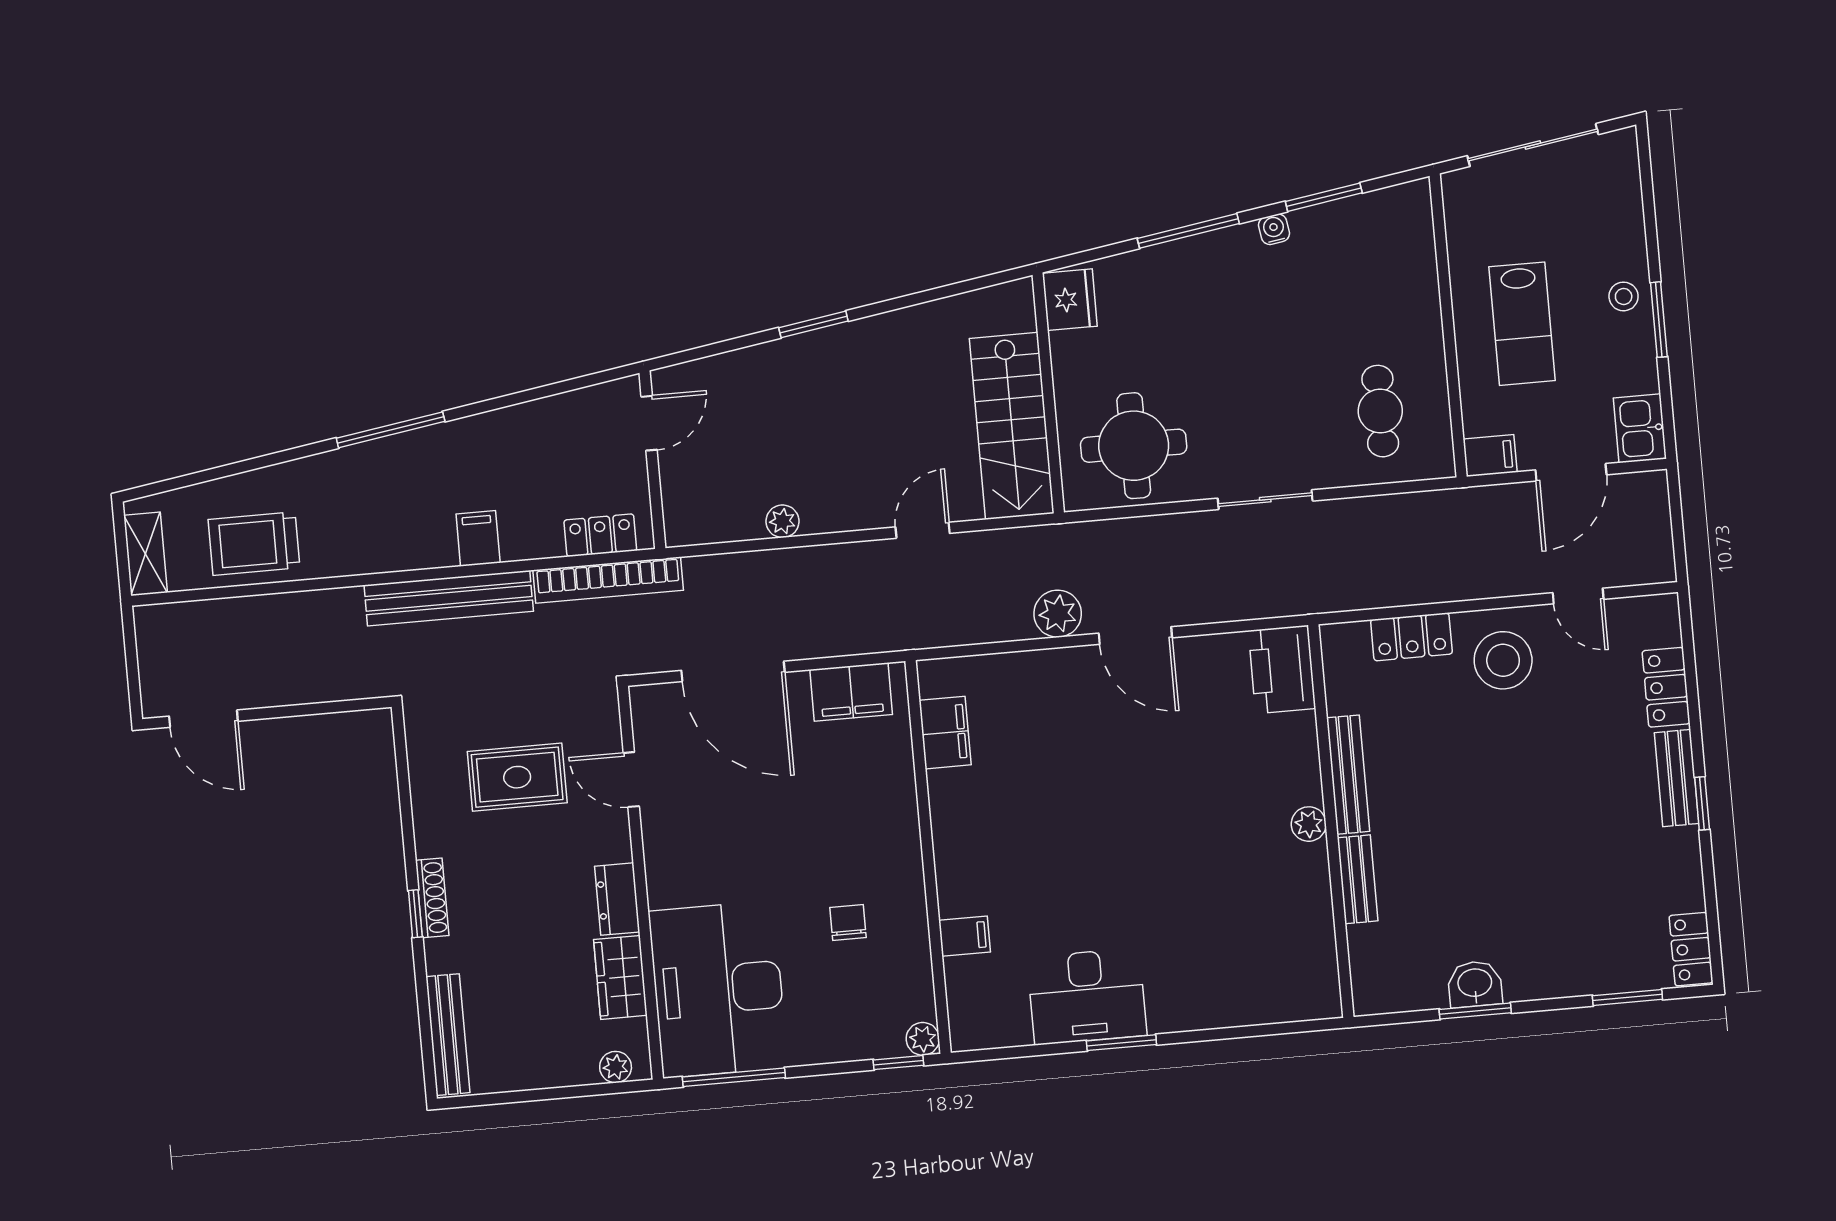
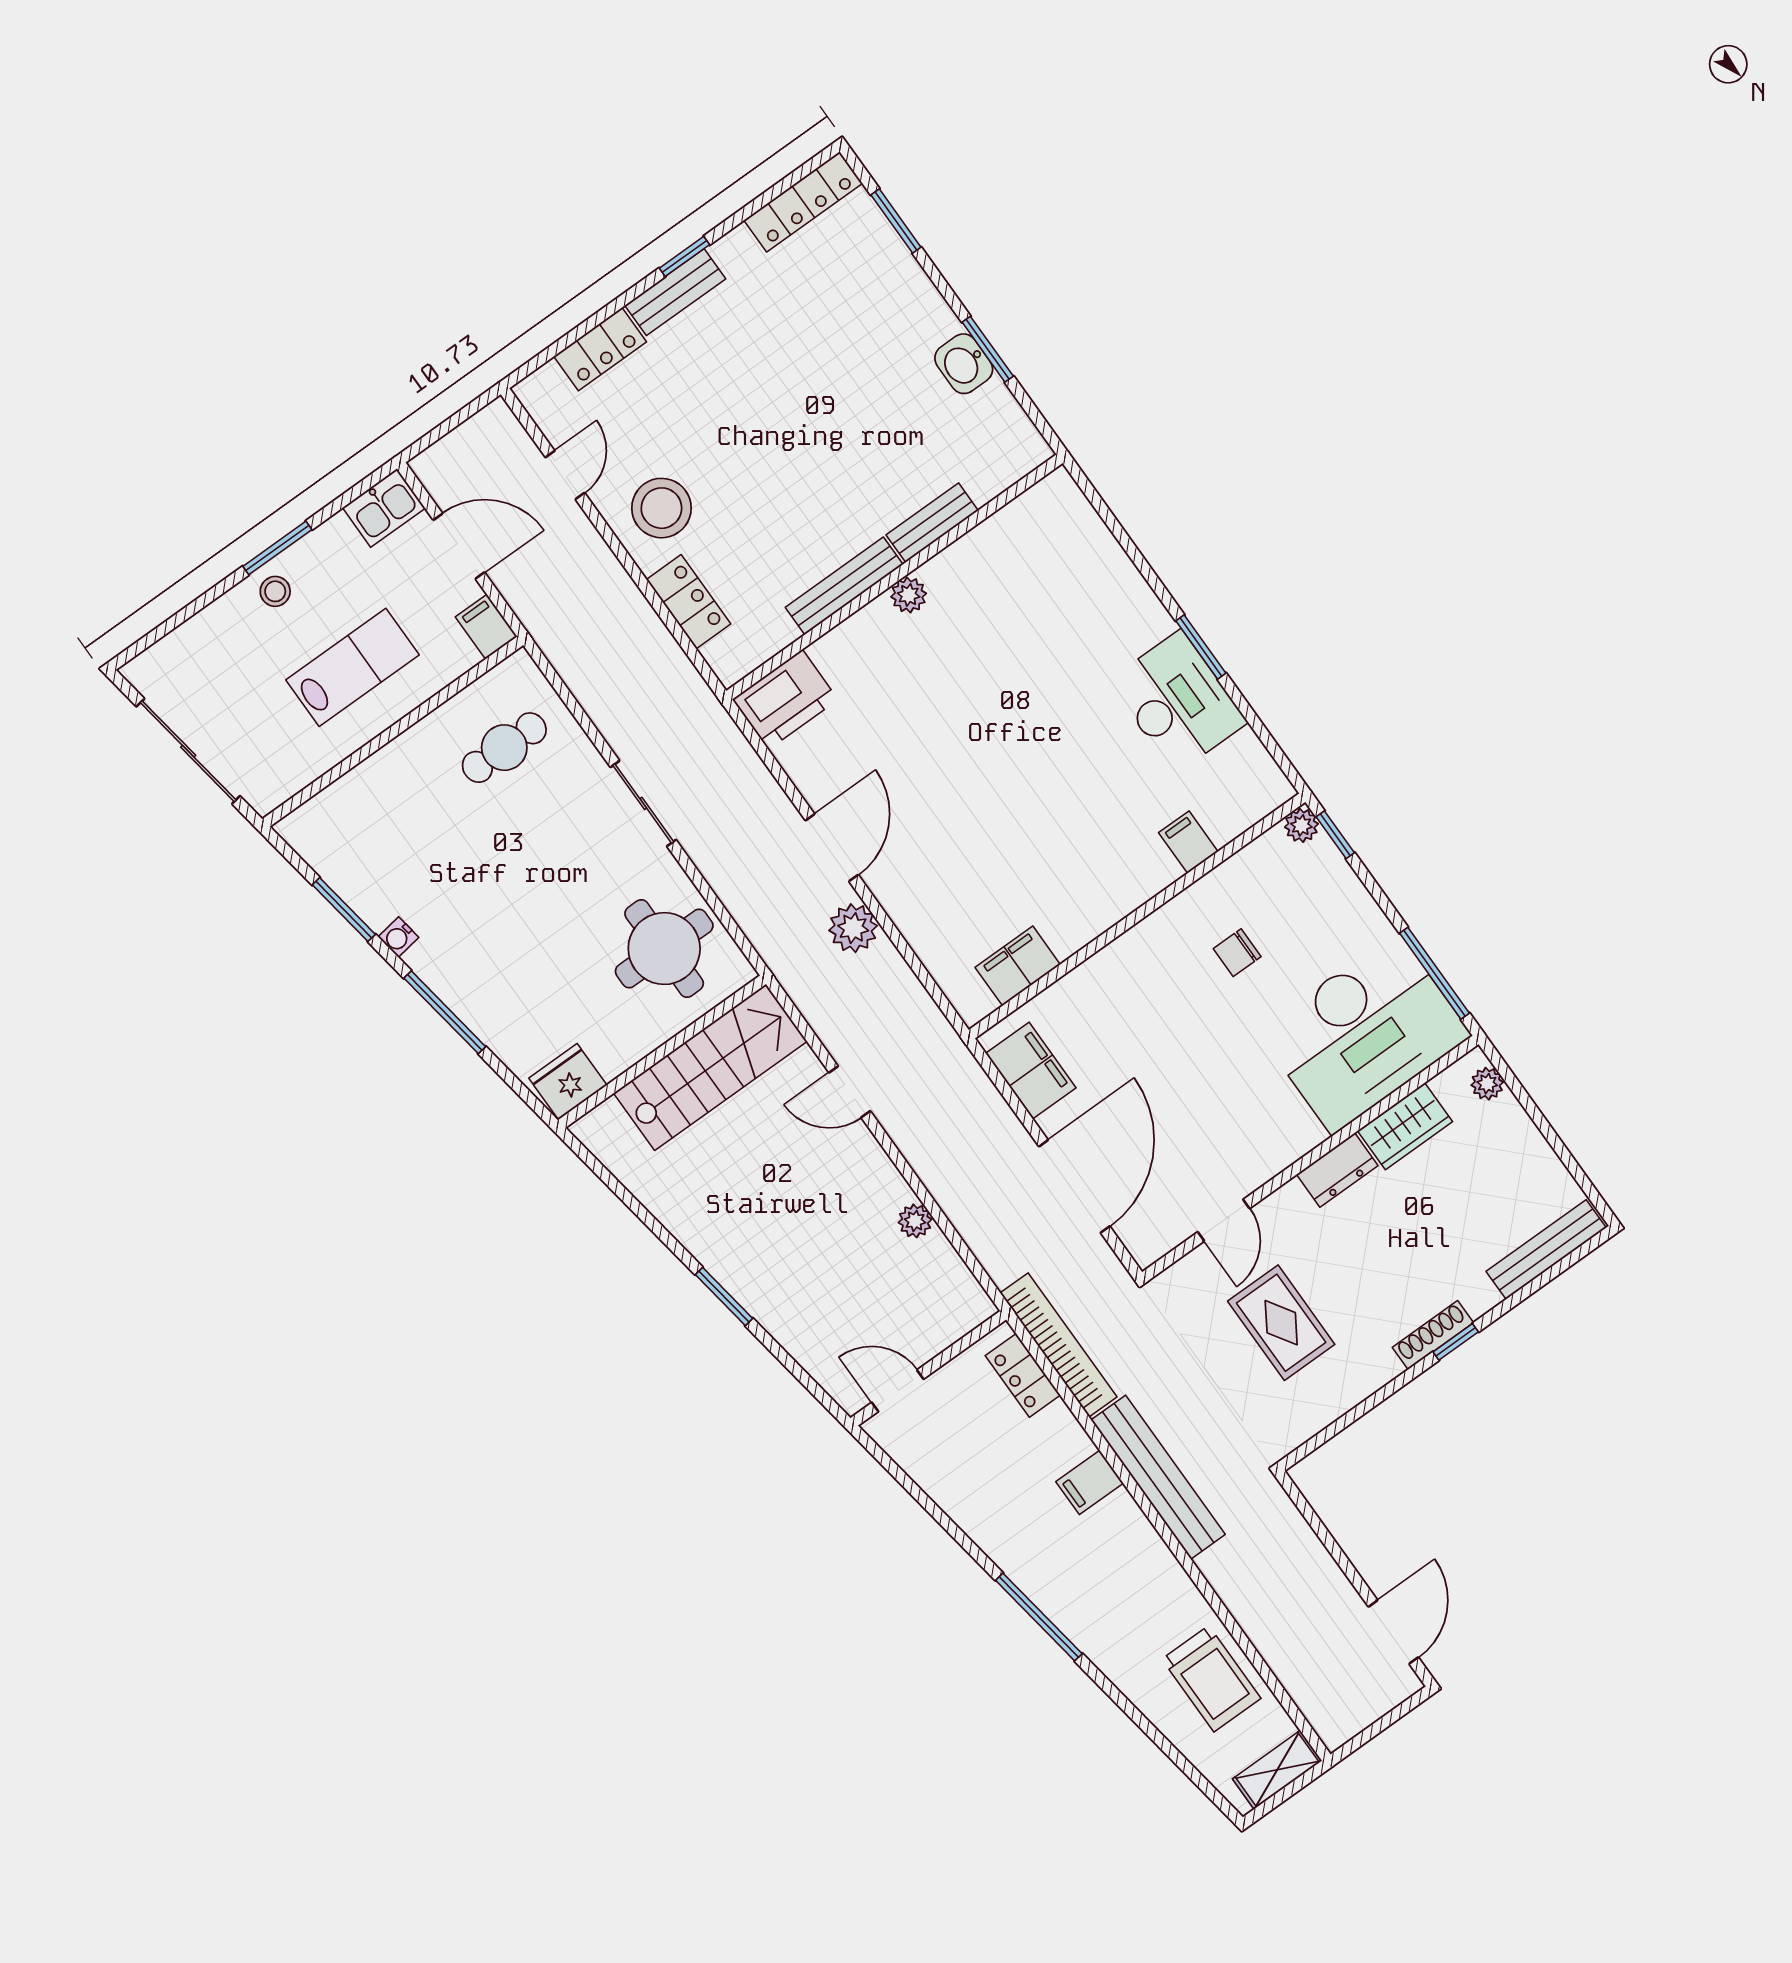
locker: (1691, 949) -> (803, 202), width x1.53

